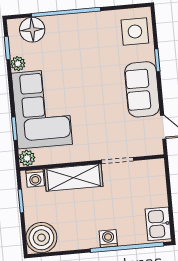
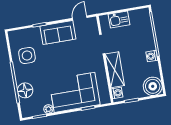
floor lamp: (32, 30) -> (25, 90), moved
side table: (135, 32) -> (27, 55), moved
plant: (27, 158) -> (105, 99), removed
kitchen sink: (158, 224) -> (119, 20), moved
washing machine: (108, 239) -> (152, 56), moved

